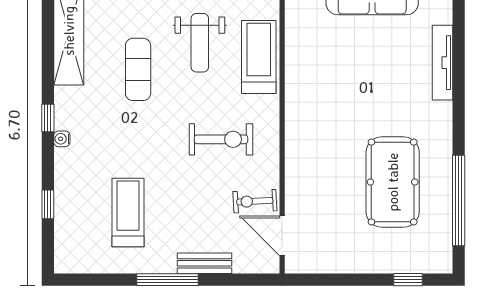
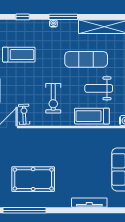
treadmill: (259, 57) -> (92, 116), turned 180
exercise mat: (138, 69) -> (86, 59), width x1.36, depth x1.45
window: (48, 118) -> (63, 17), width x2.17

